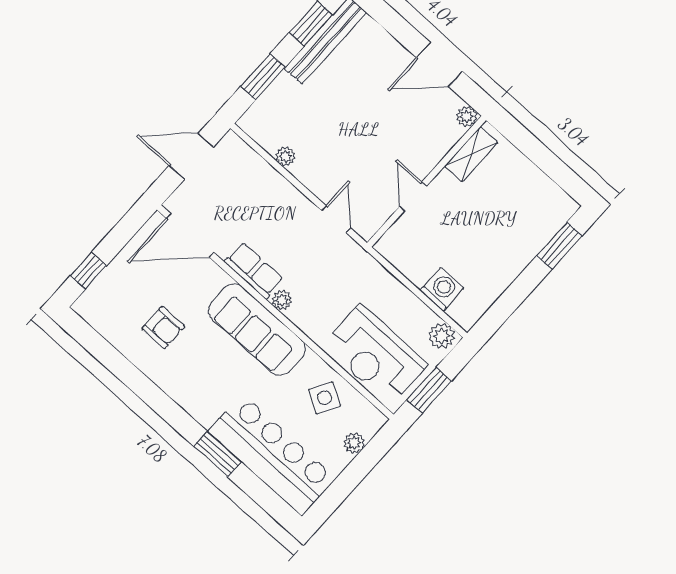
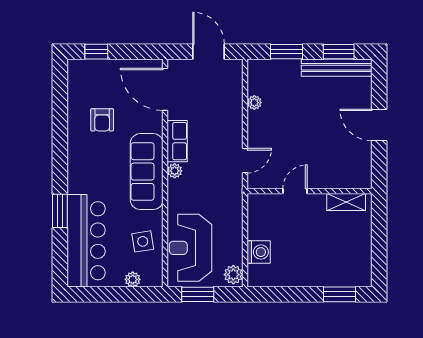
door: (439, 64) -> (379, 125), moved
plant: (467, 117) -> (364, 181), removed
side table: (325, 398) -> (143, 241), turned -38

